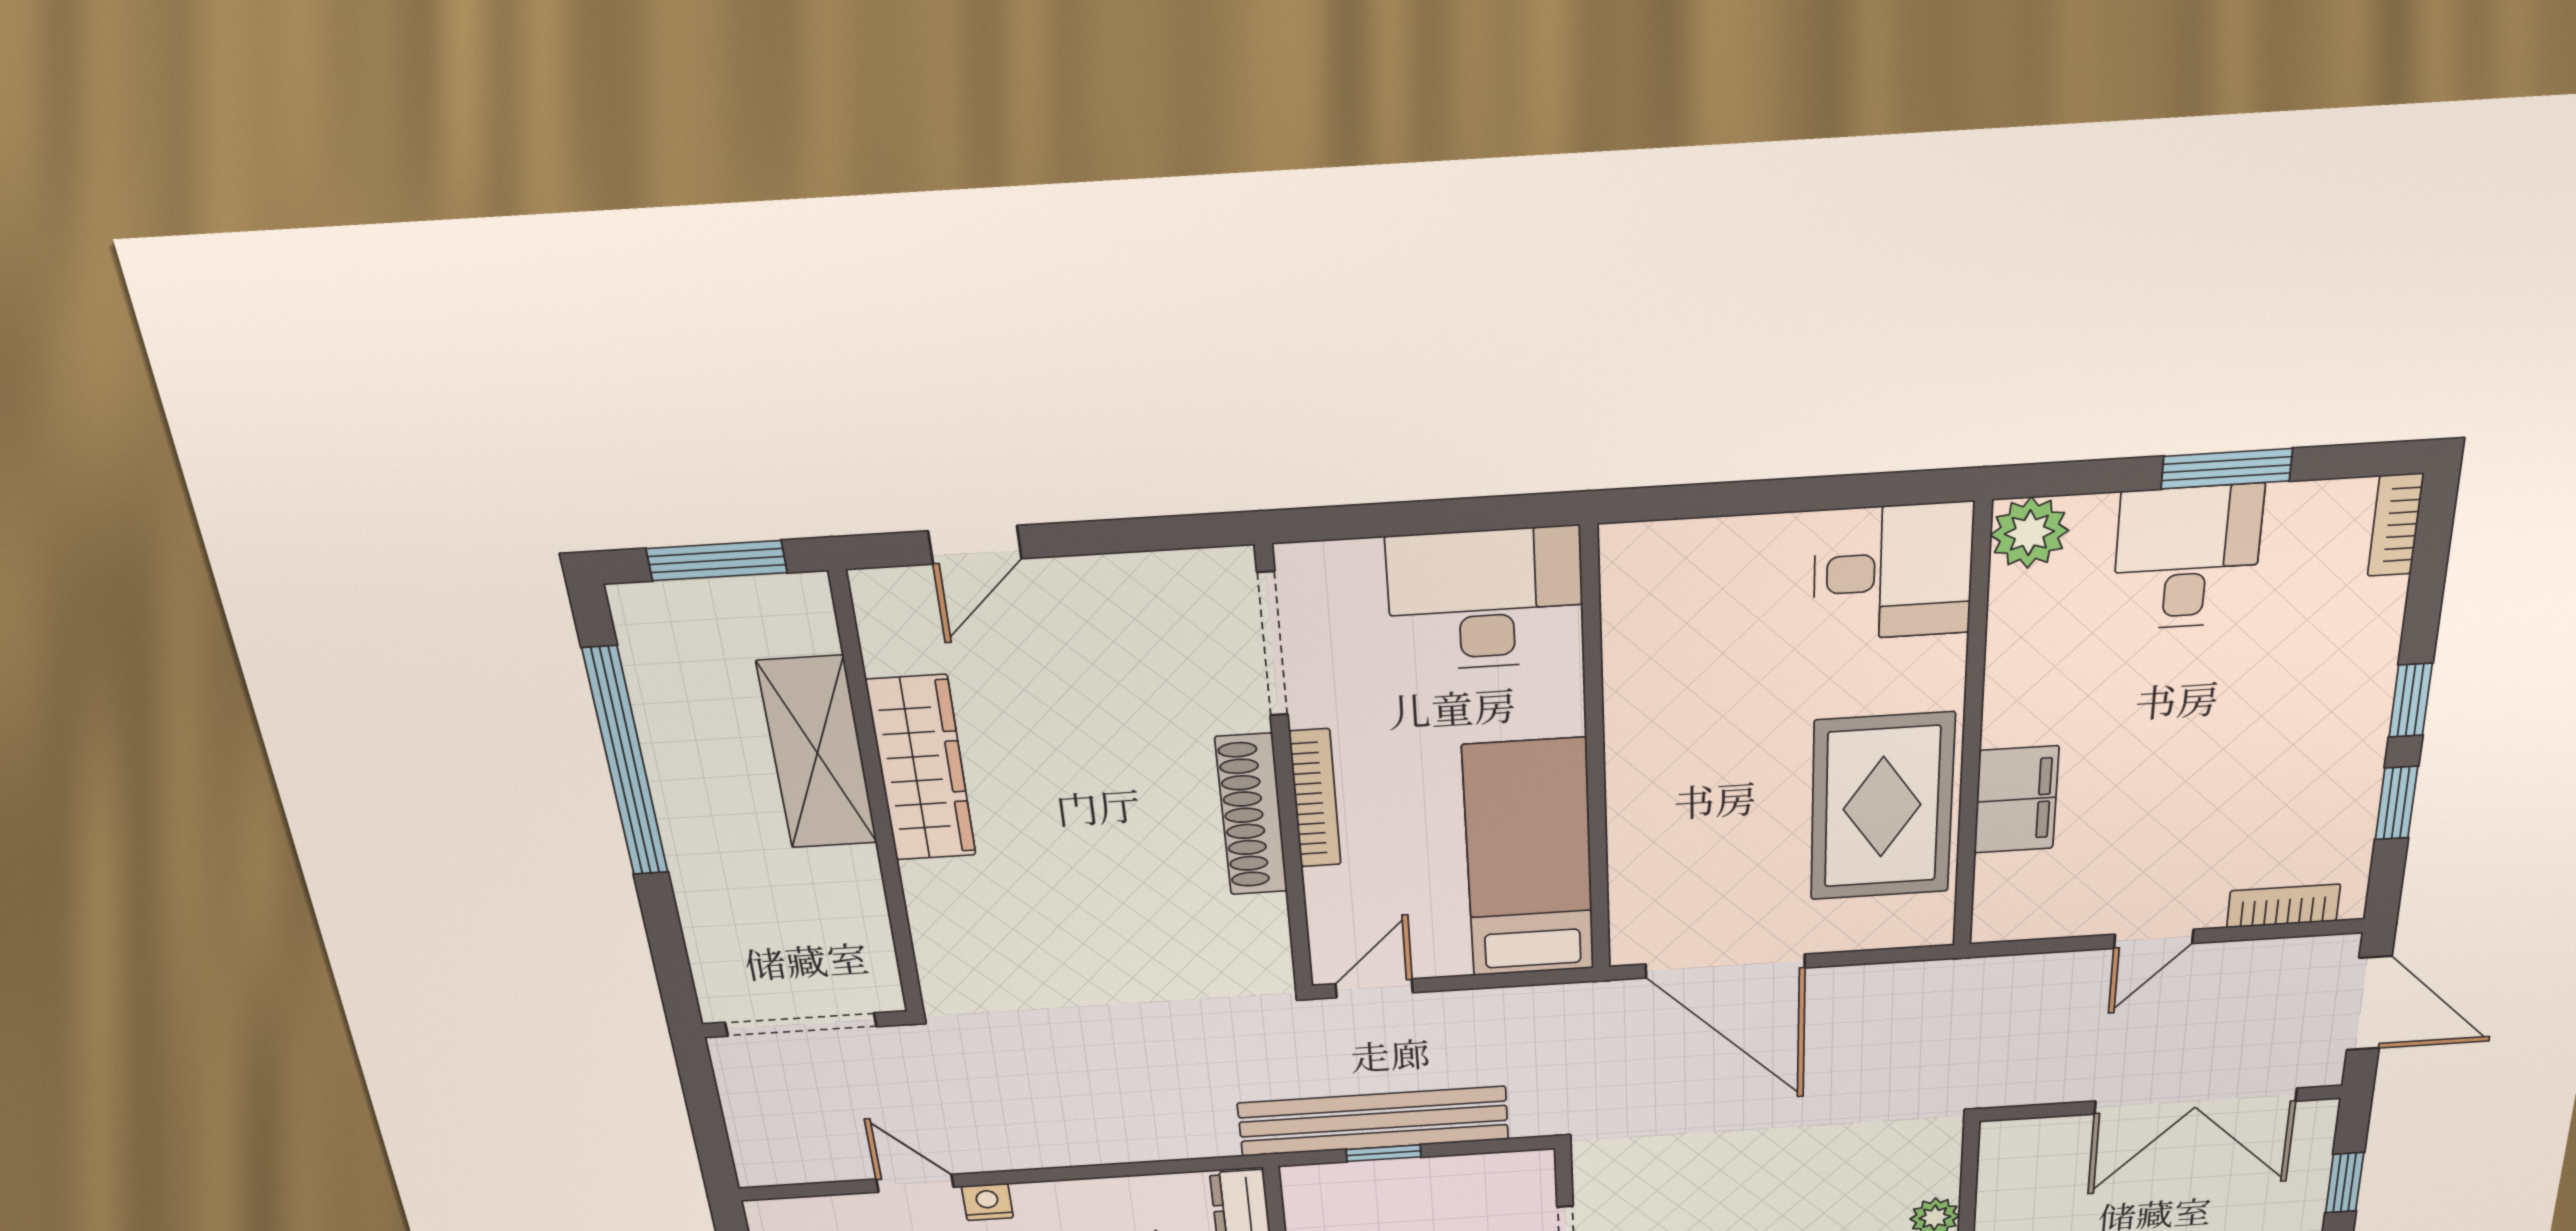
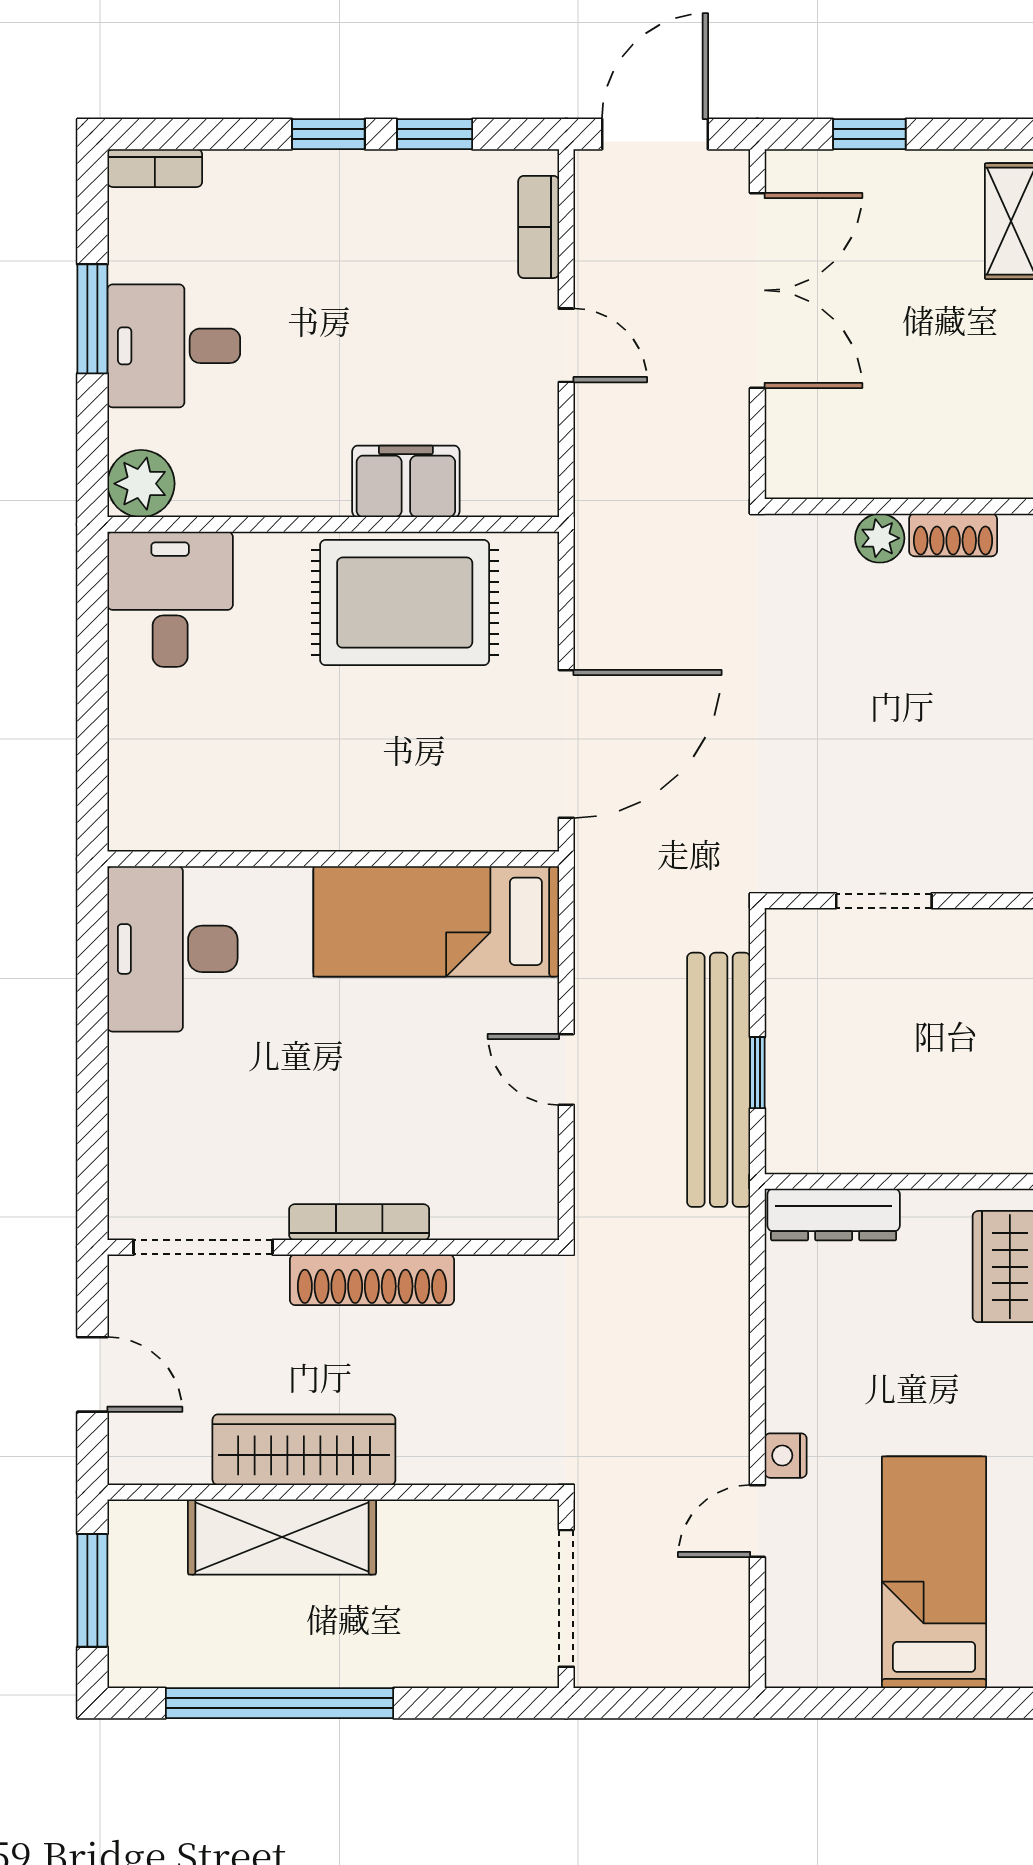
doorway: (1272, 644) -> (203, 1247), moved
wall: (1285, 775) -> (333, 1247), moved
bookcase: (1315, 798) -> (359, 1222), moved
shoe rack: (1251, 815) -> (372, 1280), moved

